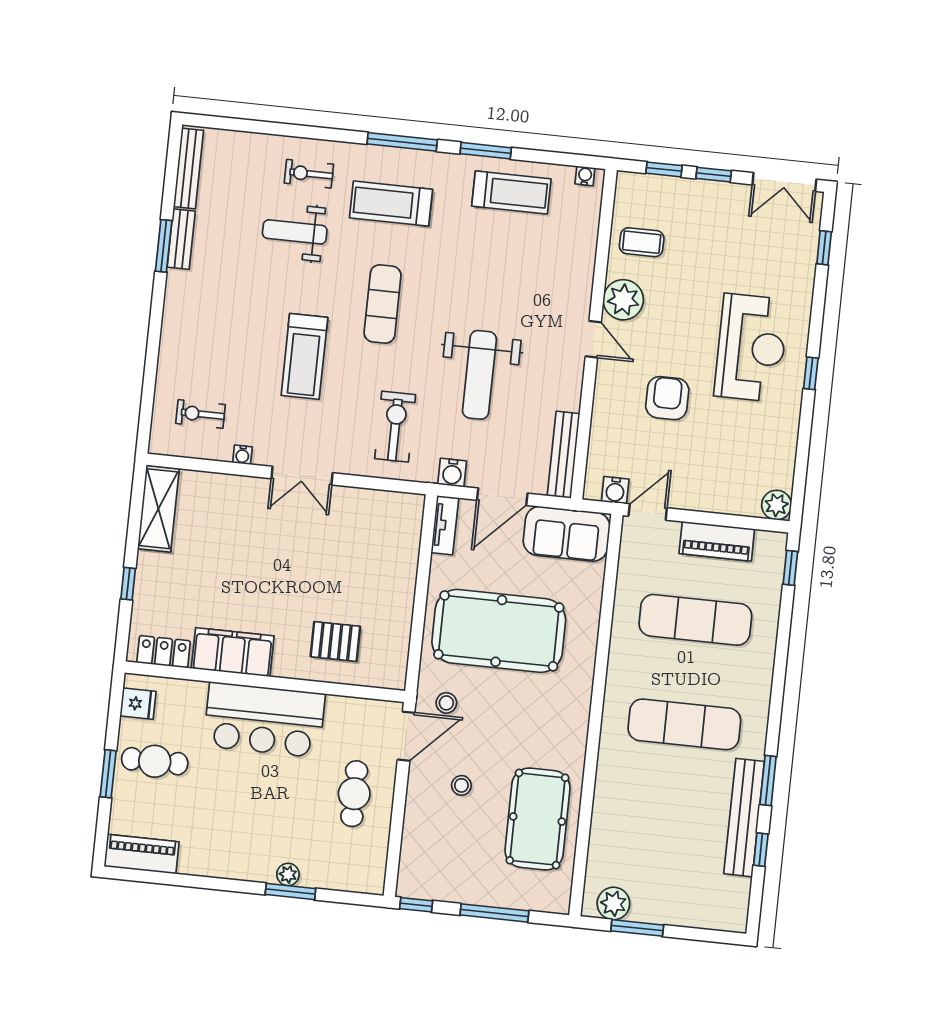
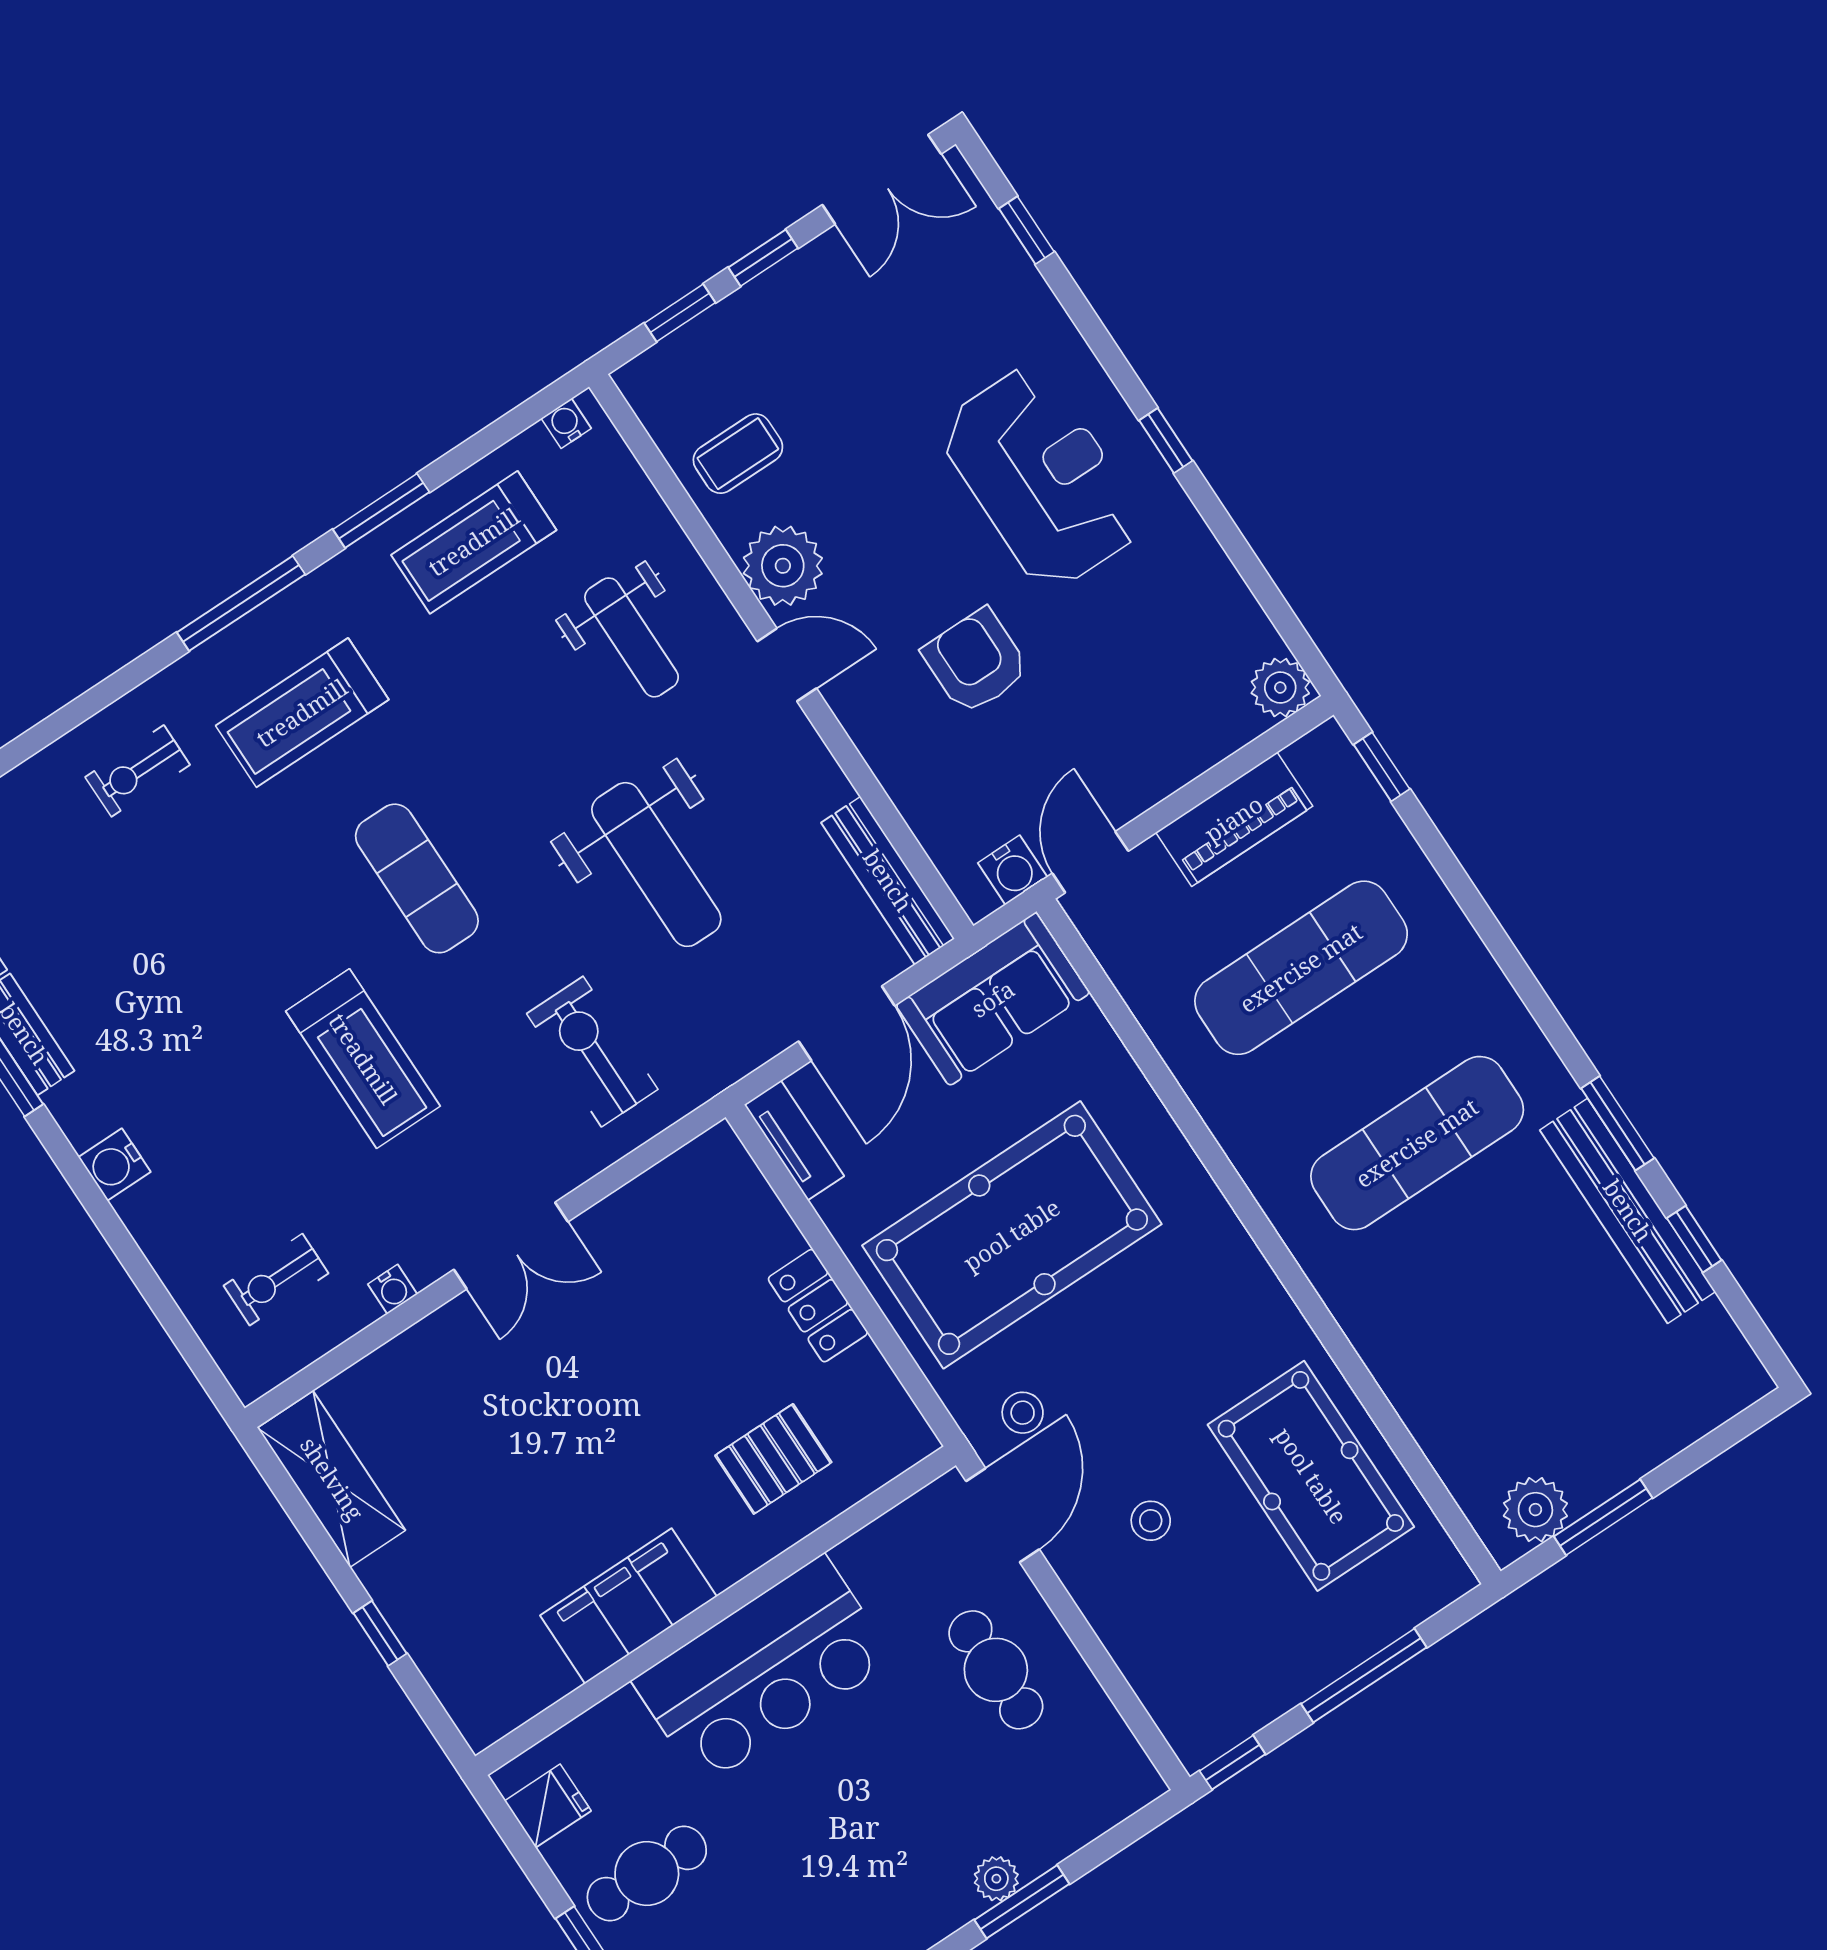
treadmill: (511, 192) -> (474, 542), turned 180
weight bench: (295, 232) -> (632, 637), moved, turned -90
water cooler: (452, 473) -> (115, 1164), moved, turned 90
locker: (164, 652) -> (818, 1306), moved, turned -90

